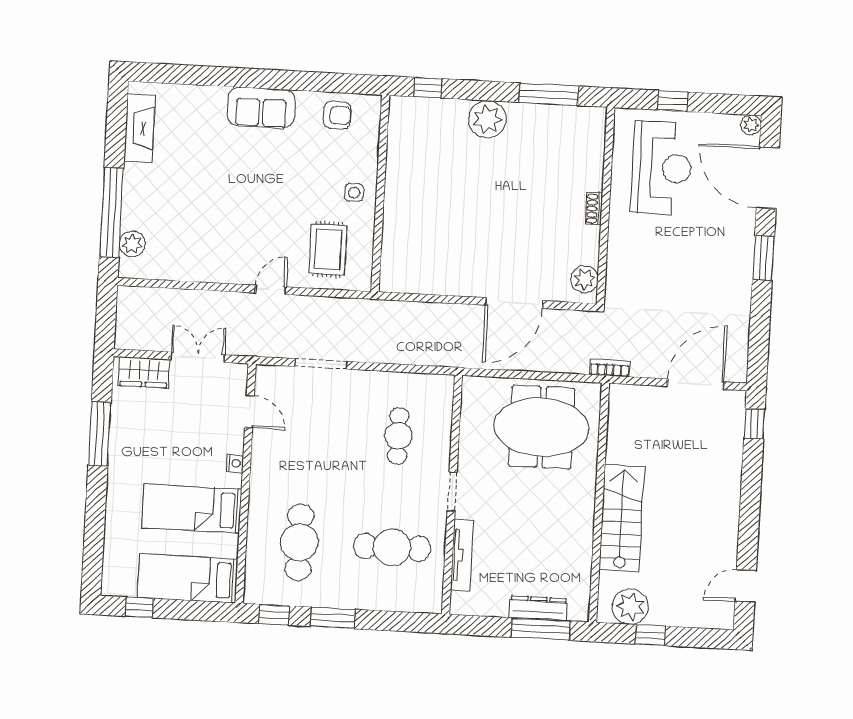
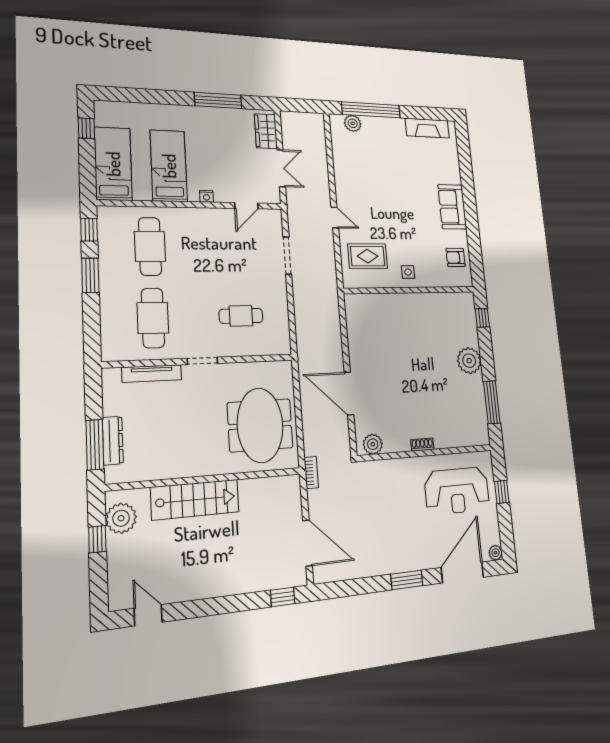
armchair: (337, 115) -> (456, 257), turned 90
cafe table: (299, 542) -> (150, 246), turned 90

